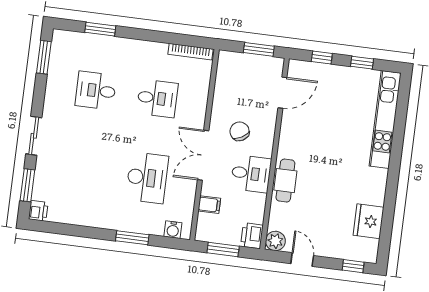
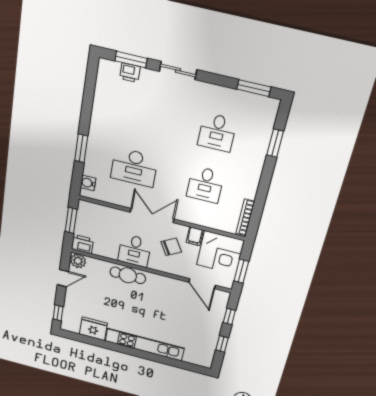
corner desk: (239, 75) -> (220, 253), added
desk: (96, 90) -> (217, 132), turned 180
kitchen unit: (385, 119) -> (144, 345), moved
filing cabinet: (209, 205) -> (195, 236), moved
printer: (38, 211) -> (130, 73), moved

